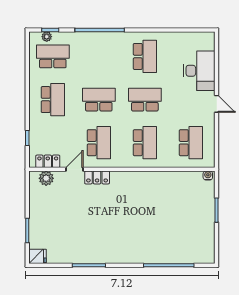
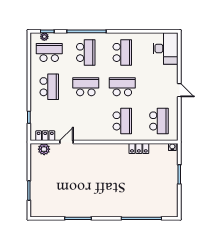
desk: (199, 71) -> (166, 48), moved
school desk: (99, 143) -> (86, 52), moved
locker: (97, 177) -> (139, 149), moved
fridge: (37, 256) -> (37, 211), removed

